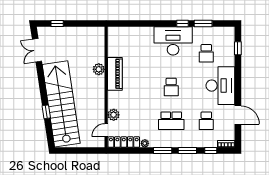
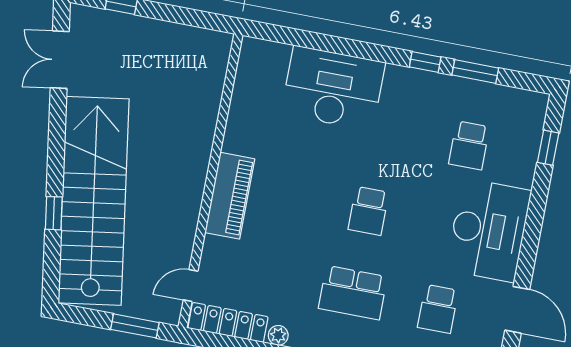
desk: (173, 41) -> (333, 88), moved
plant: (99, 69) -> (201, 134), removed
piano: (115, 74) -> (230, 196), moved
plant: (114, 115) -> (216, 252), removed
window: (87, 151) -> (135, 326), added

